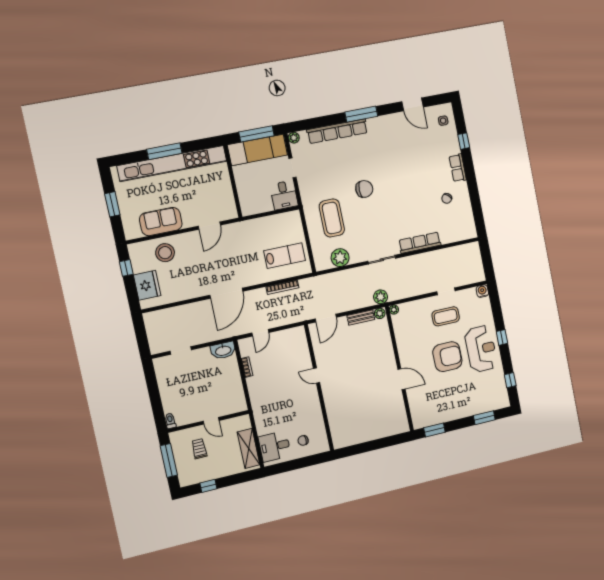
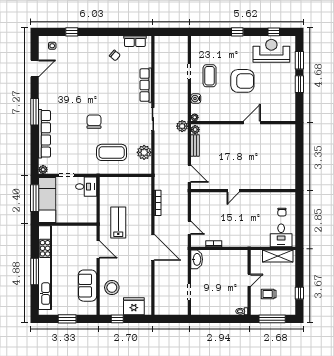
row of seats: (458, 168) -> (135, 41), moved
lab bench: (285, 256) -> (118, 222), moved
water cooler: (482, 291) -> (196, 99), moved
reception desk: (481, 349) -> (271, 51), moved
armchair: (447, 357) -> (242, 81), turned 90
window: (434, 430) -> (299, 84), moved

